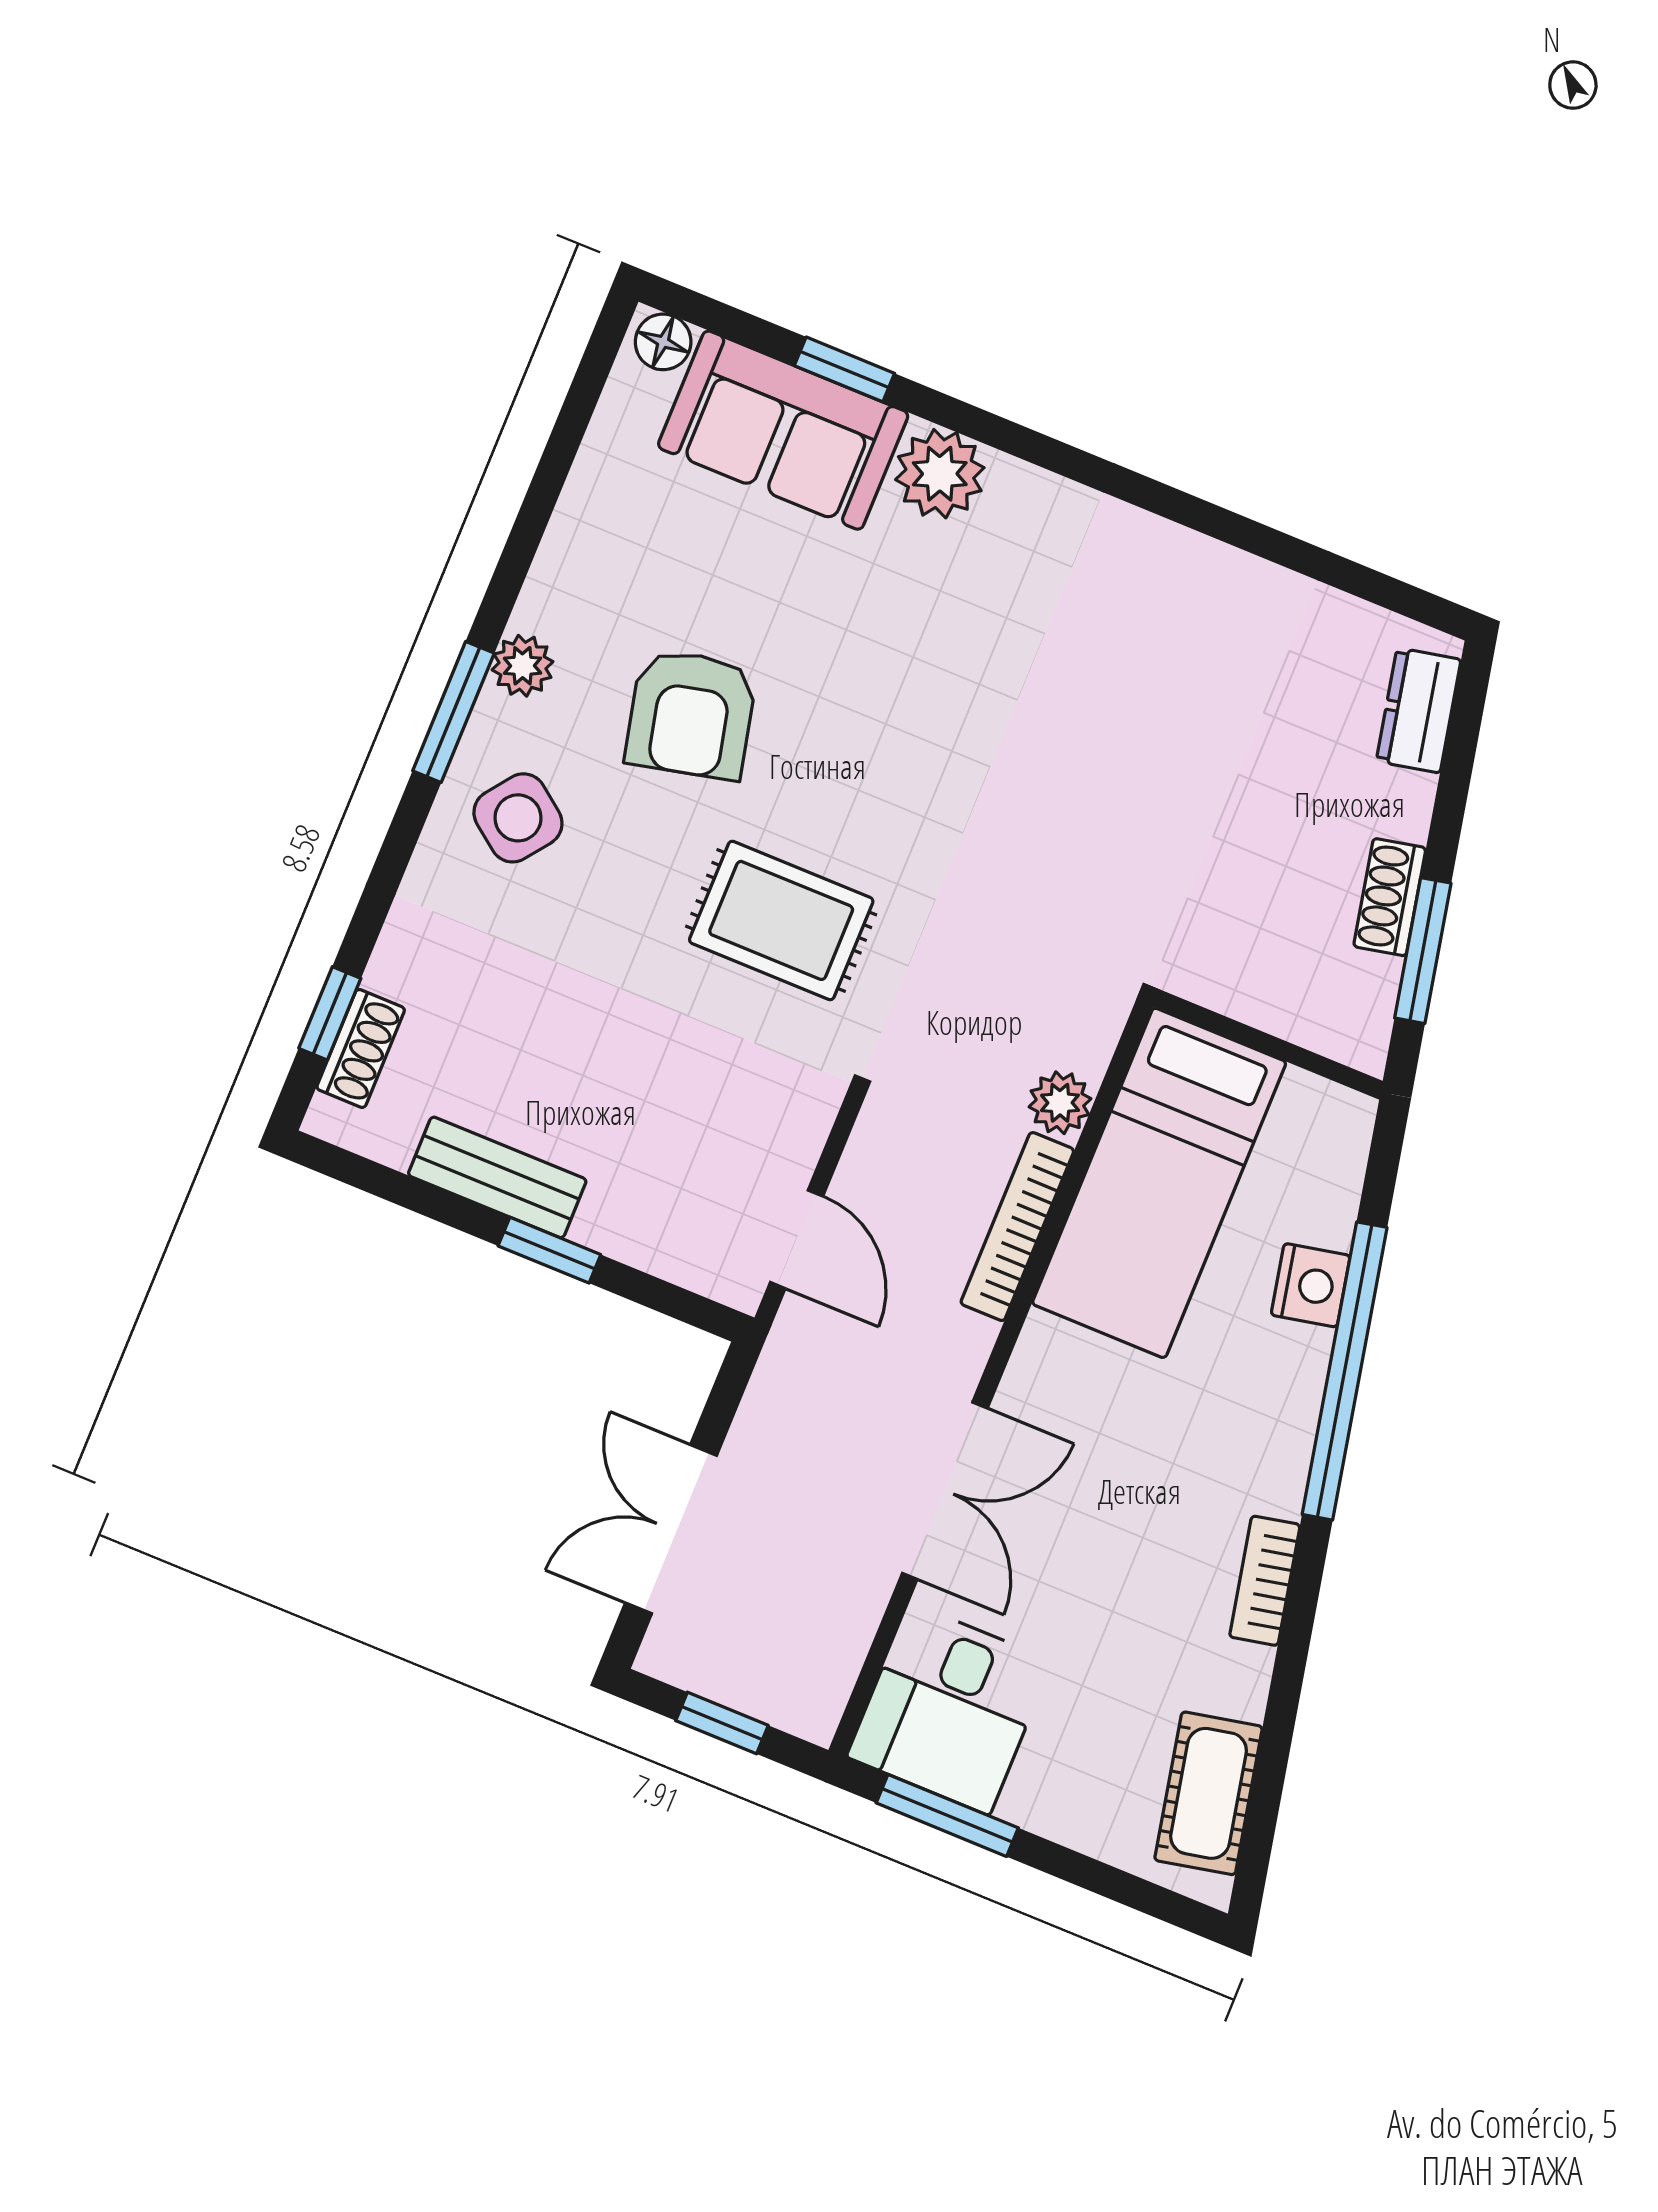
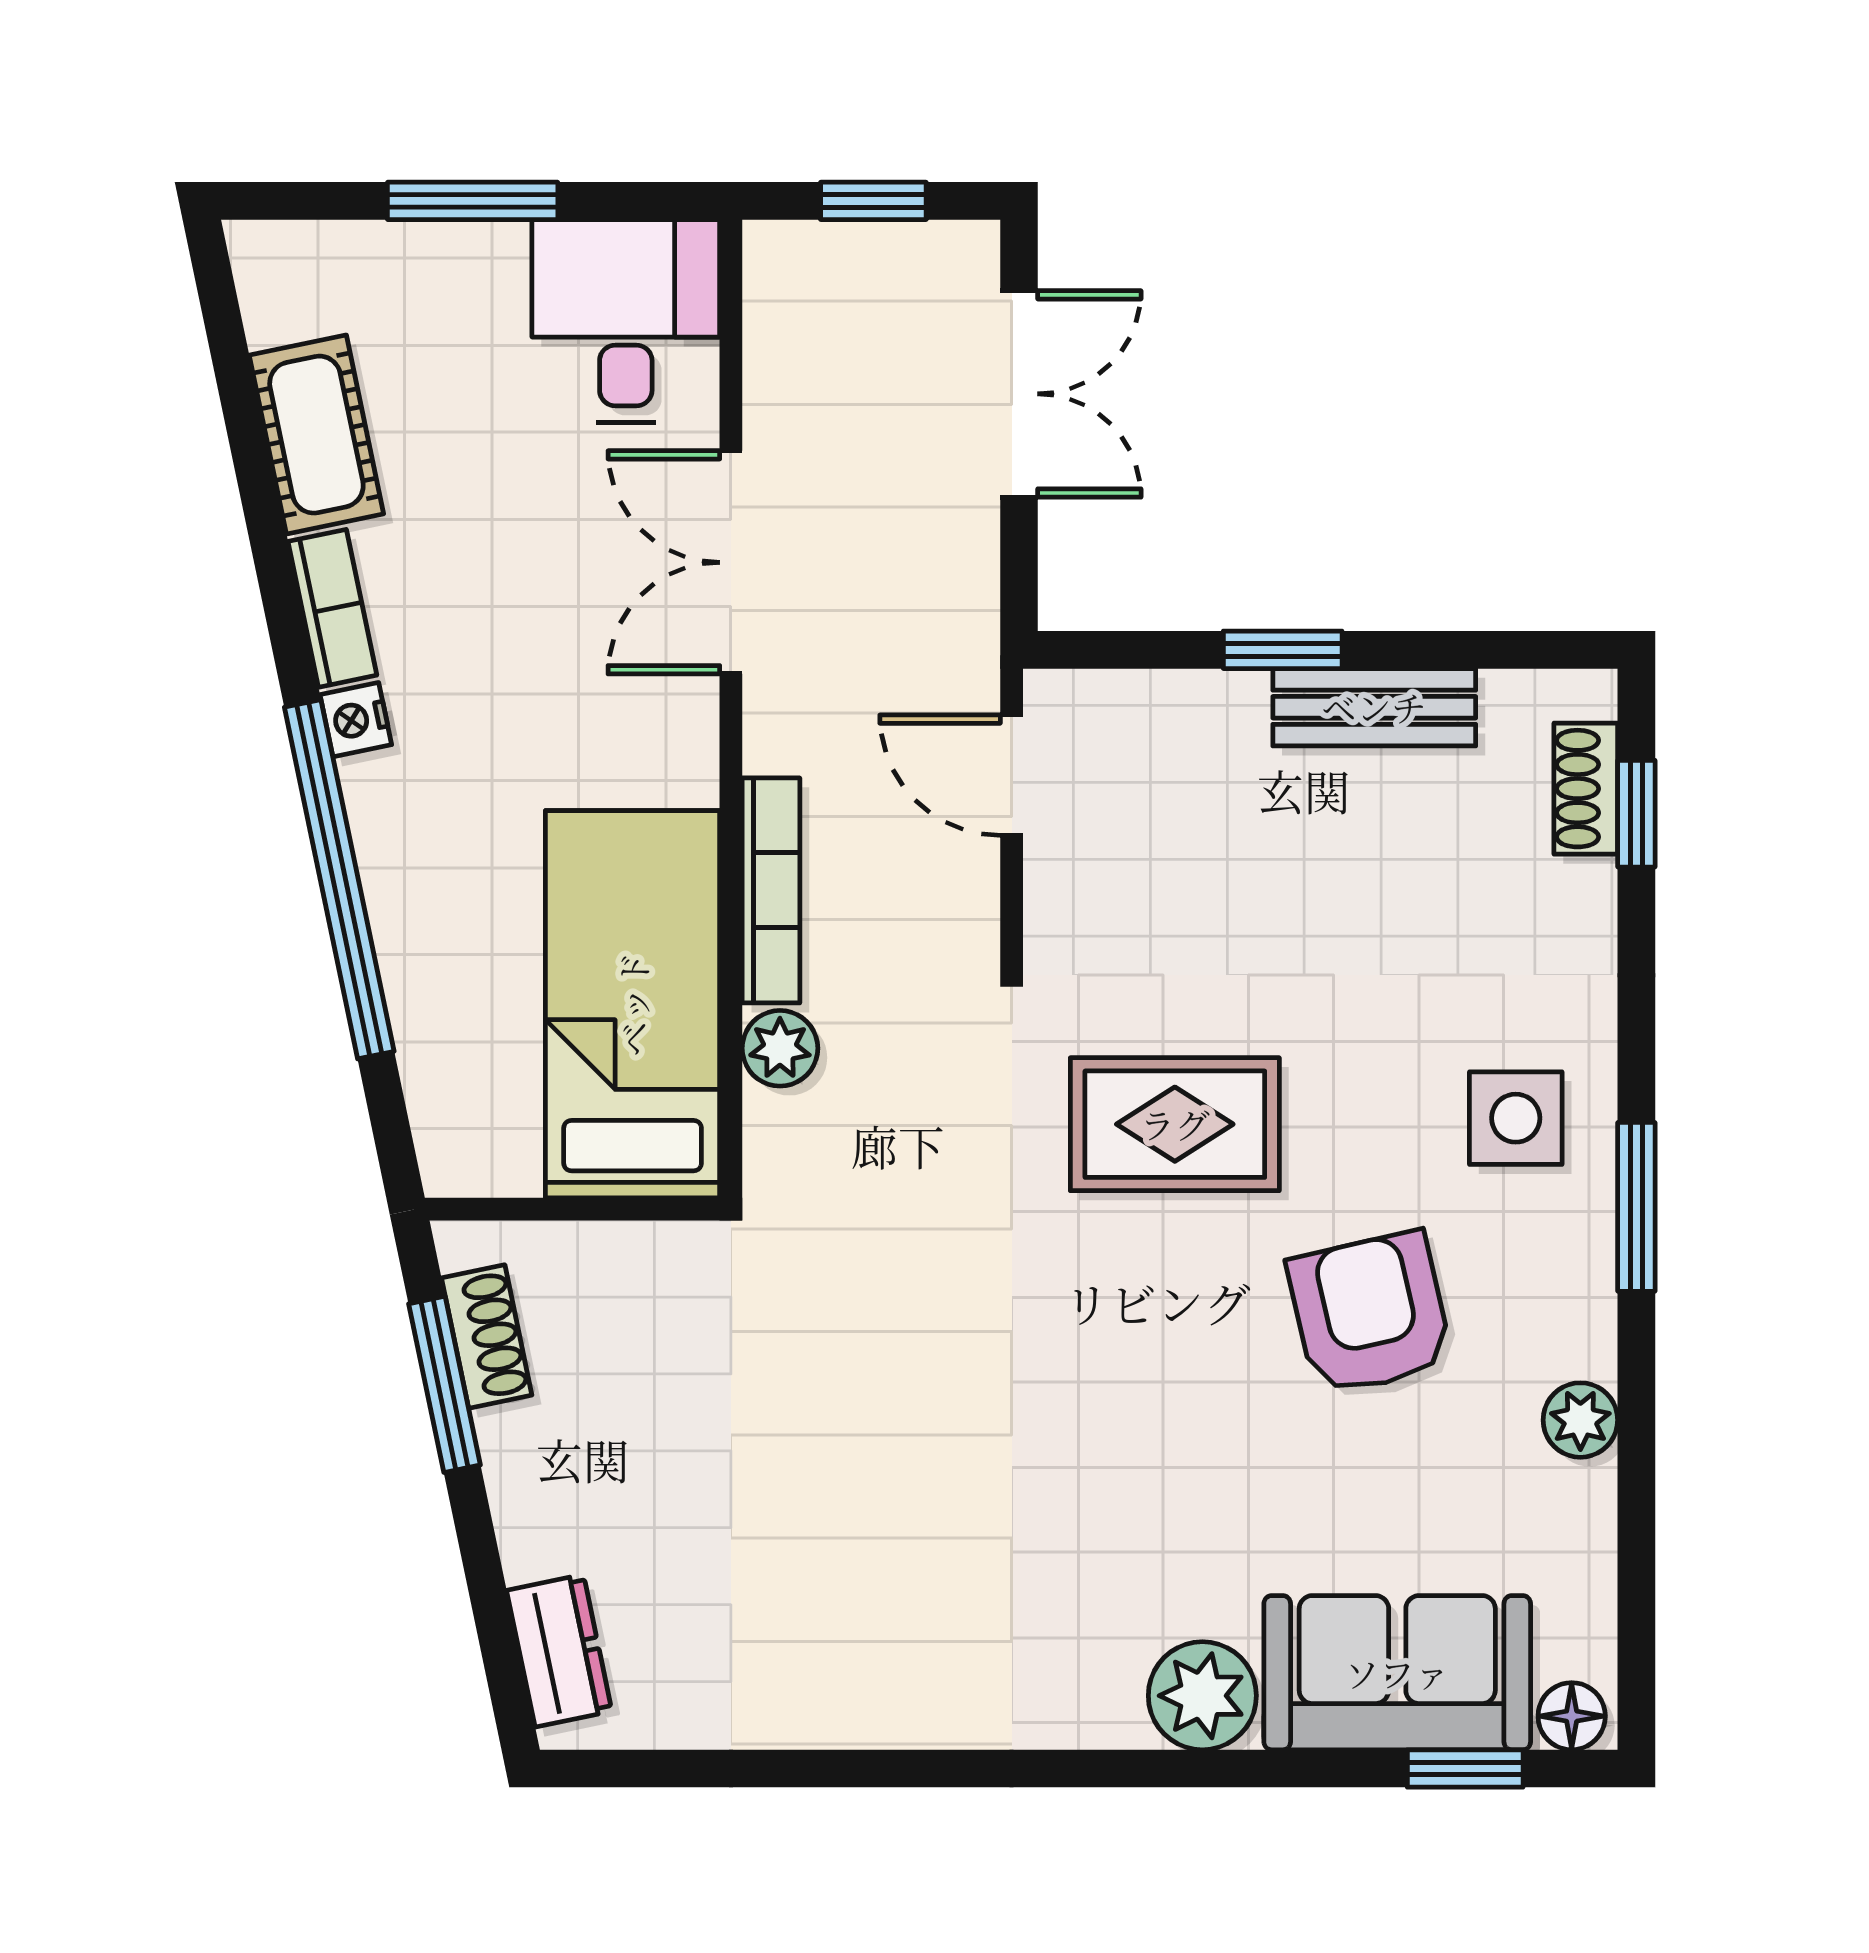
window: (844, 369) -> (1465, 1769), moved
plant: (522, 666) -> (1580, 1420), moved
side table: (518, 818) -> (1516, 1118), turned -37
shoe rack: (1390, 897) -> (487, 1336), moved
nightstand: (1311, 1285) -> (356, 720), moved, width x0.72, depth x0.74
cot: (1209, 1793) -> (316, 435), moved
window: (947, 1815) -> (473, 201), moved

